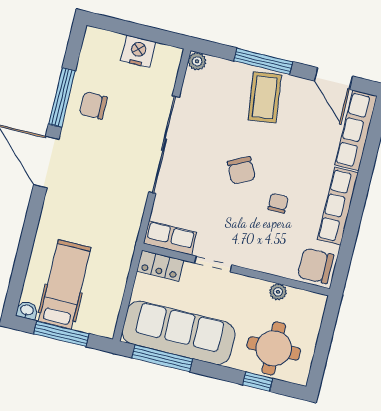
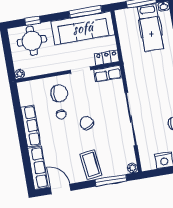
window: (263, 61) -> (111, 180), moved
chair: (316, 266) -> (59, 93), moved
plant: (278, 292) -> (20, 74), moved

